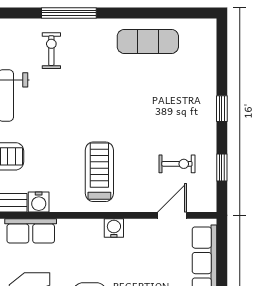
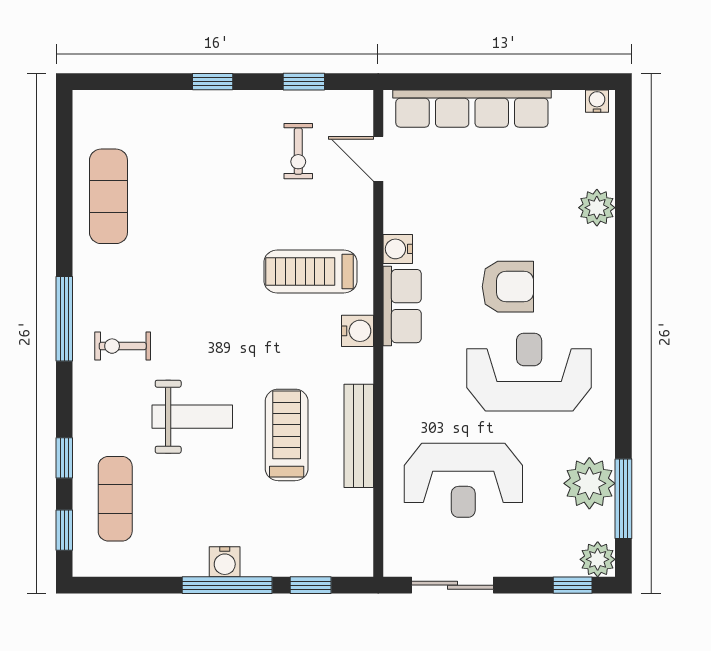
exercise bike: (177, 164) -> (298, 151), turned 180
water cooler: (39, 202) -> (357, 331), moved
row of seats: (31, 231) -> (402, 306), moved

